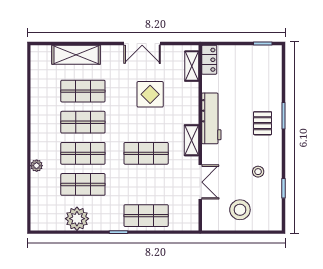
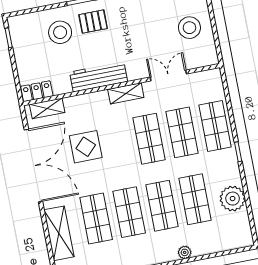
double door: (142, 43) -> (33, 166), width x1.87
stool: (258, 172) -> (60, 32), moved, width x1.89, depth x1.89
shop shelf: (146, 184) -> (182, 132), added

